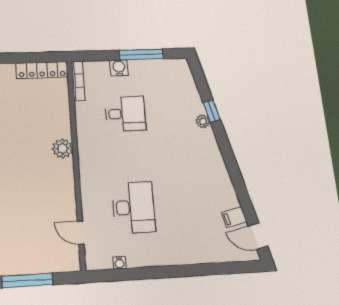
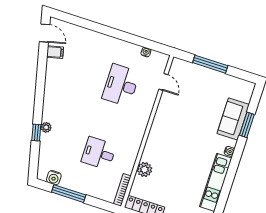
water cooler: (119, 68) -> (54, 178), moved
plant: (63, 149) -> (144, 170), moved

